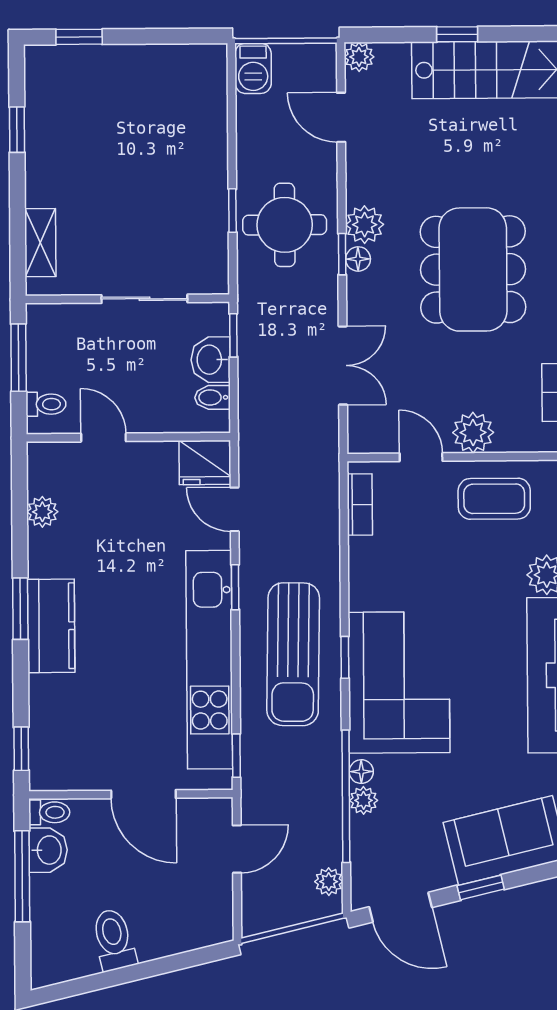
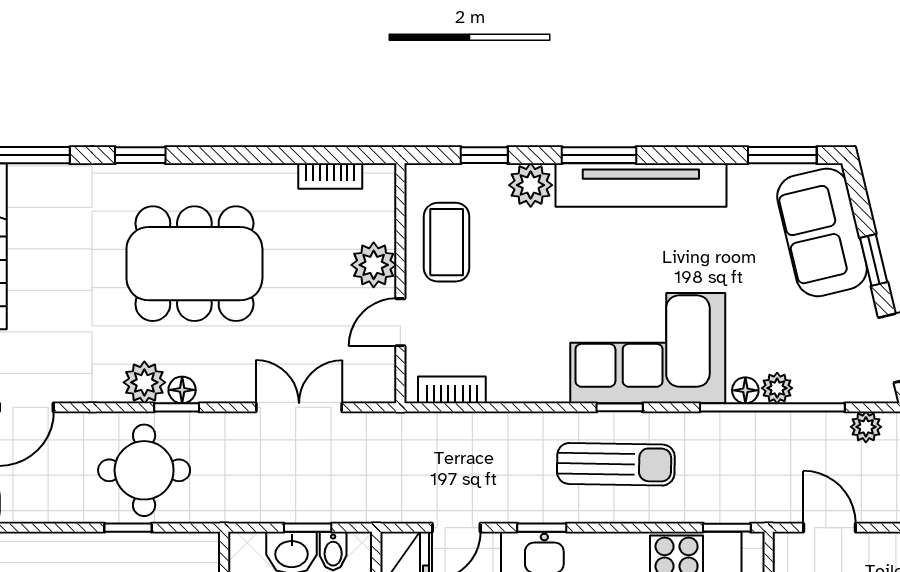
window: (233, 335) -> (308, 528), moved
sun lounger: (293, 654) -> (616, 464), width x0.73, depth x0.75

